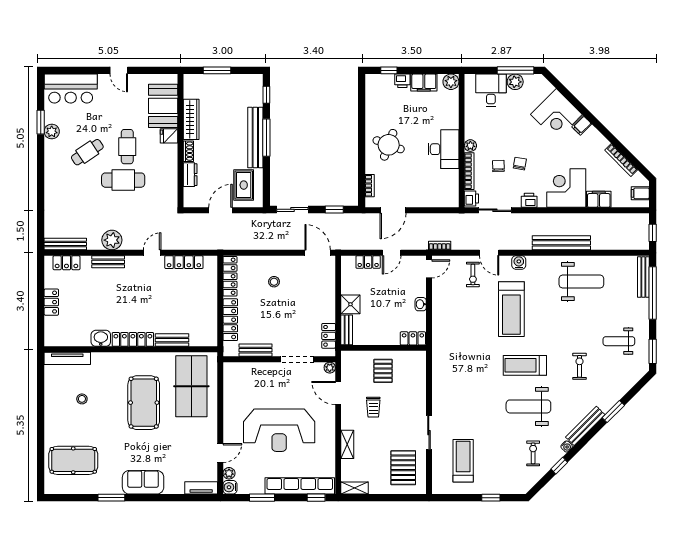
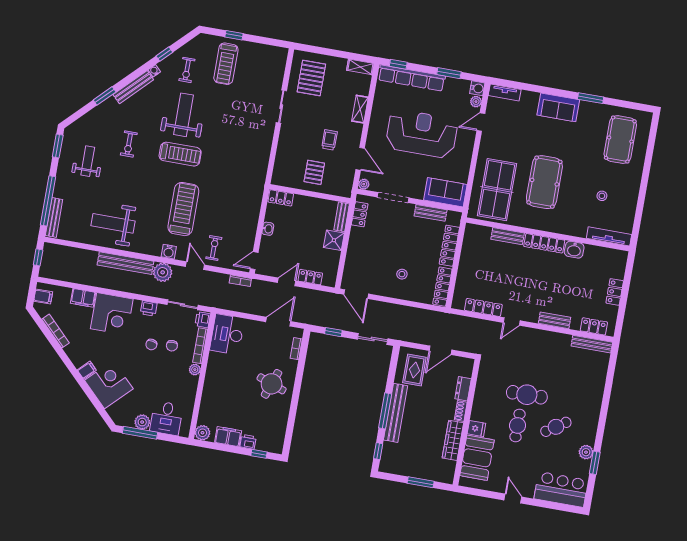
desk: (443, 149) -> (227, 334), moved
plant: (112, 240) -> (163, 272), moved
weight bench: (619, 341) -> (88, 161), turned -90
sofa: (244, 374) -> (445, 192), added
weight bench: (528, 406) -> (183, 115), turned -90
pool table: (73, 460) -> (620, 140), turned 90
treadmill: (463, 461) -> (226, 64), moved

